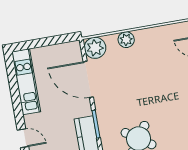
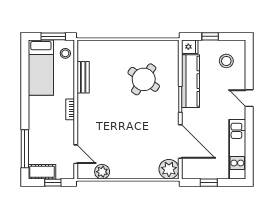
plant: (126, 40) -> (102, 172), moved
window: (50, 41) -> (209, 183), added

